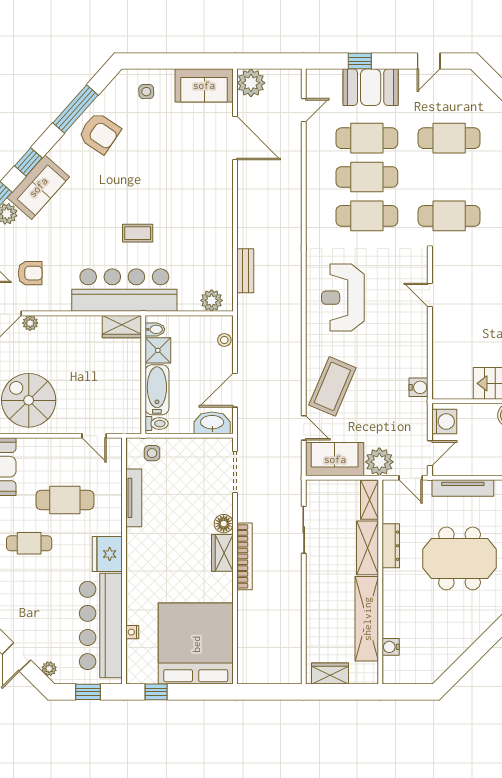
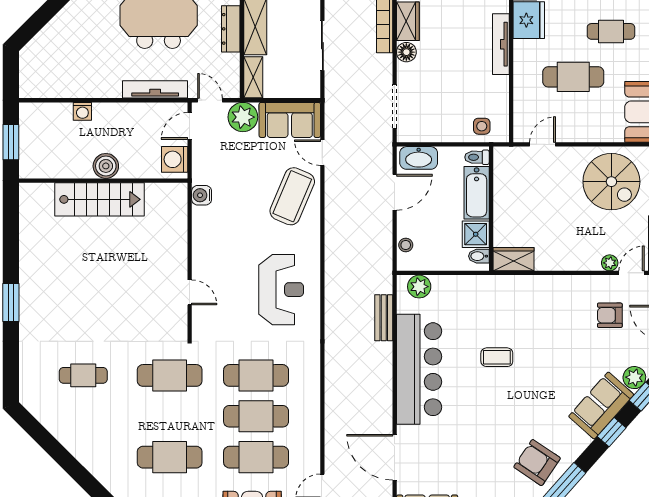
bar counter: (124, 290) -> (419, 369), moved, turned -90
door: (94, 436) -> (543, 144), hinge flipped
tv unit: (134, 498) -> (501, 44), moved

